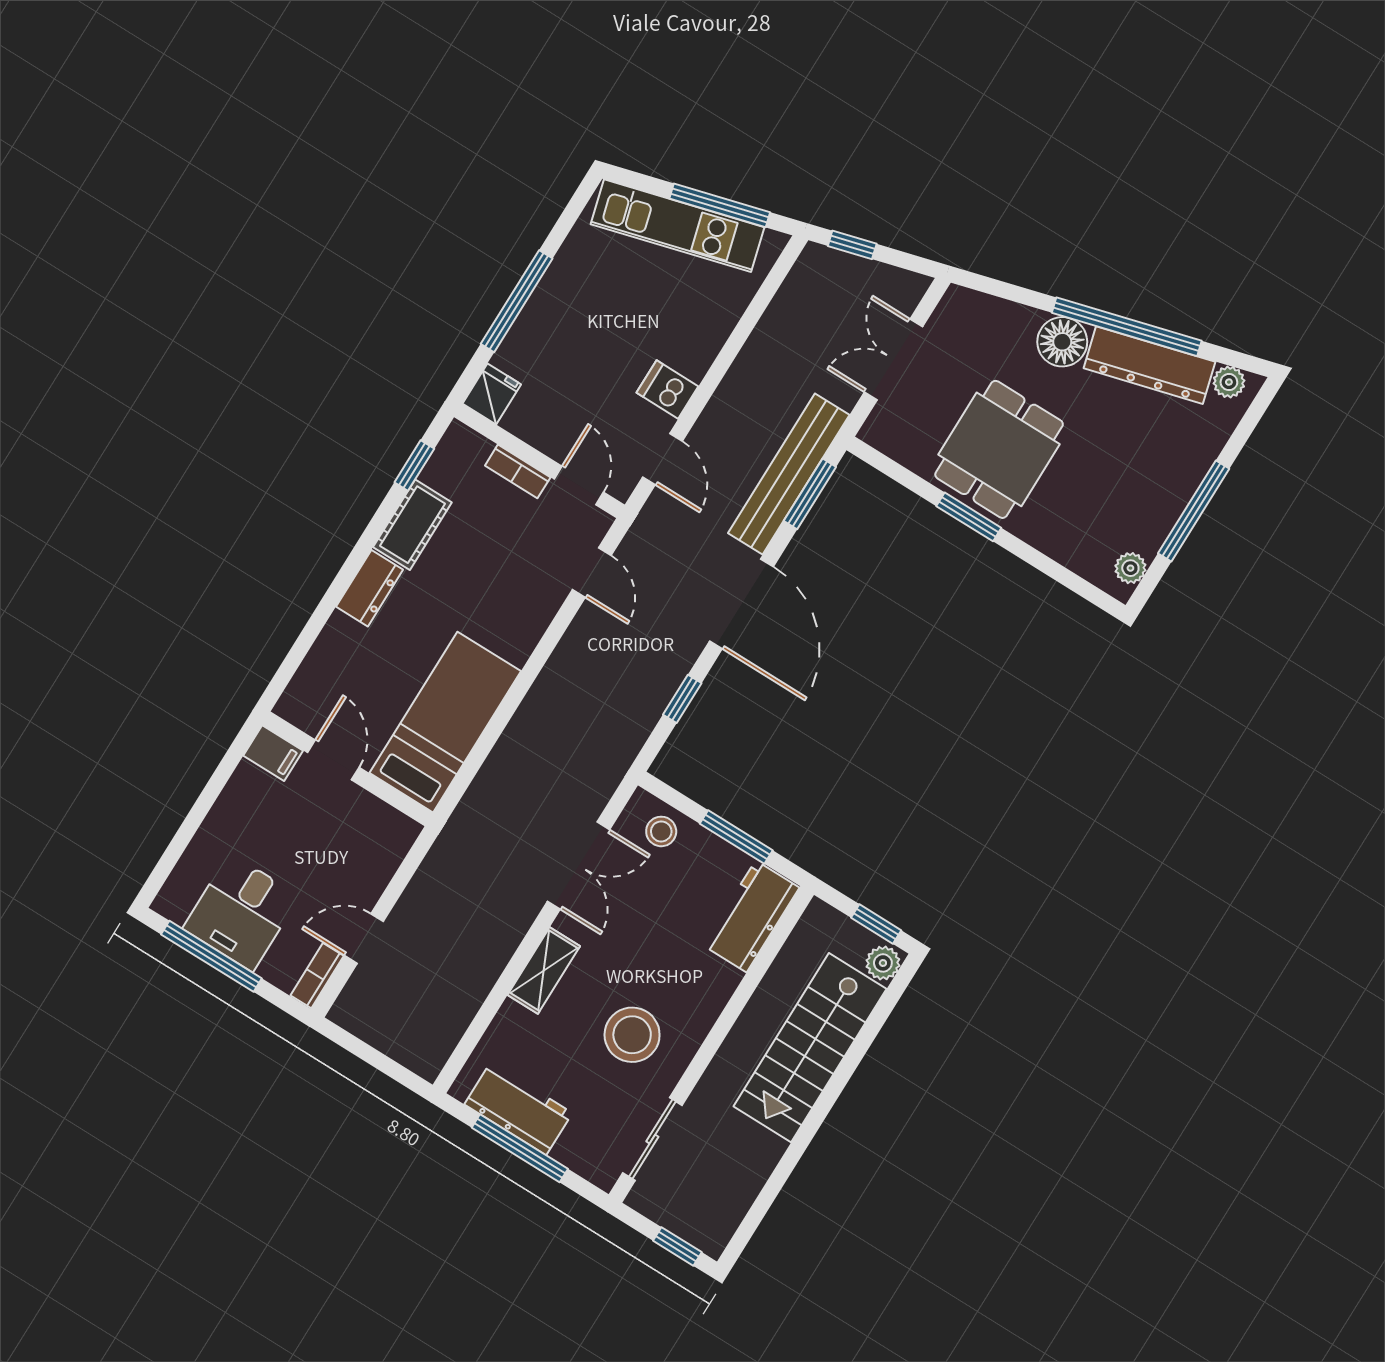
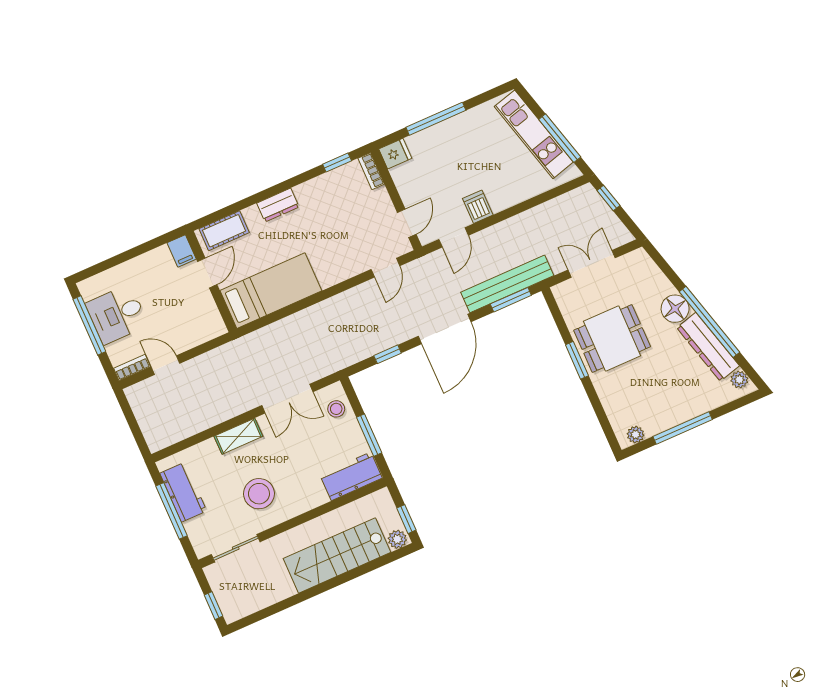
bookcase: (518, 471) -> (371, 171), moved
cot: (412, 525) -> (224, 231), moved

